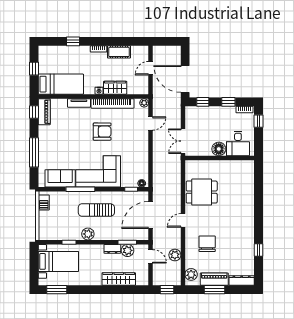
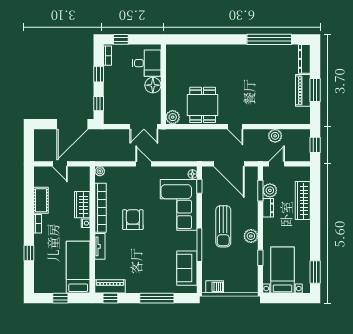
door: (151, 124) -> (143, 164), moved
corner sofa: (98, 171) -> (179, 205), moved
chair: (207, 244) -> (262, 99), removed
window: (258, 250) -> (269, 39), width x3.17
plant: (191, 274) -> (173, 117), moved

